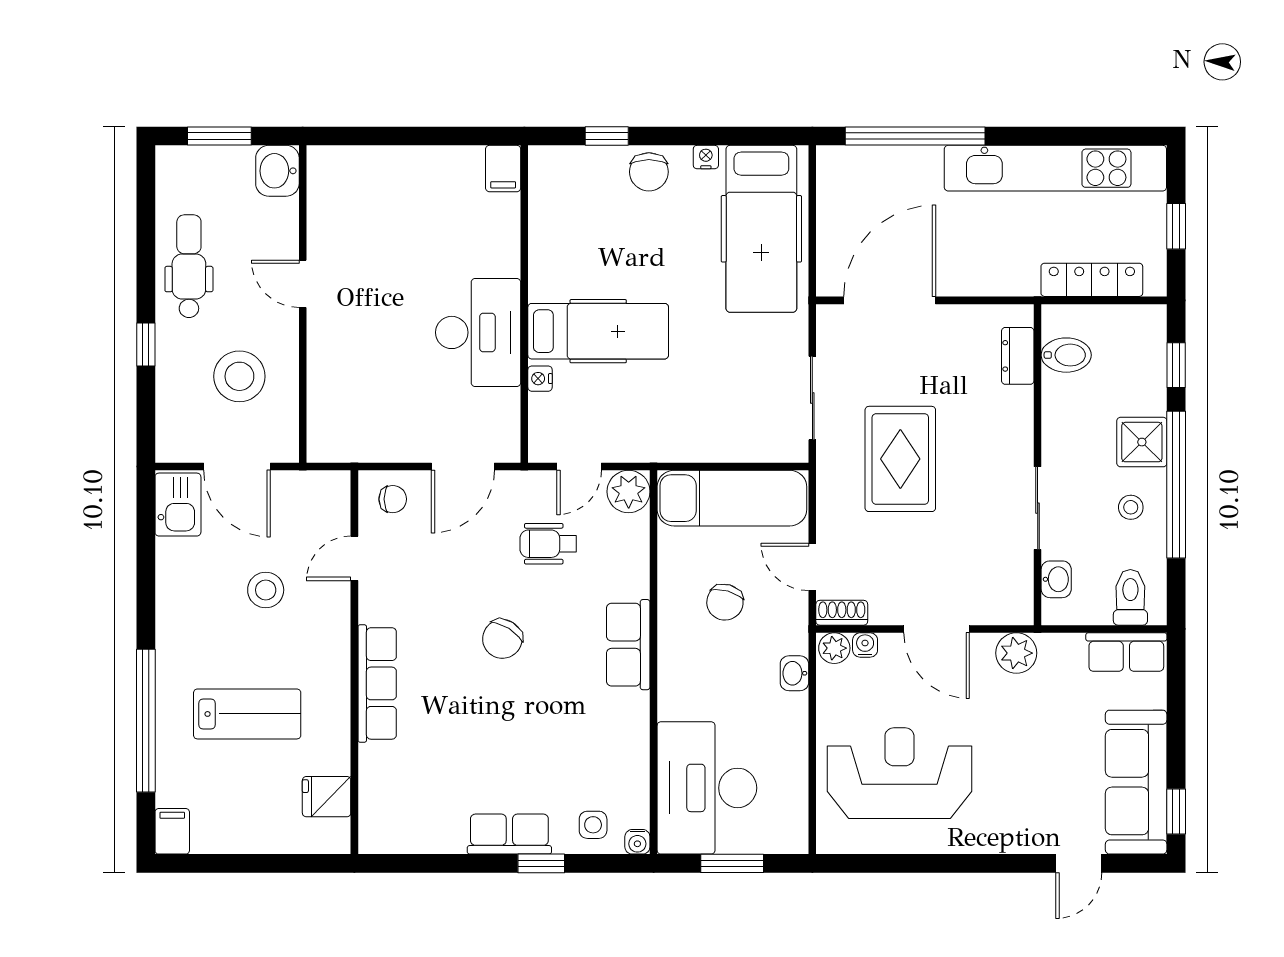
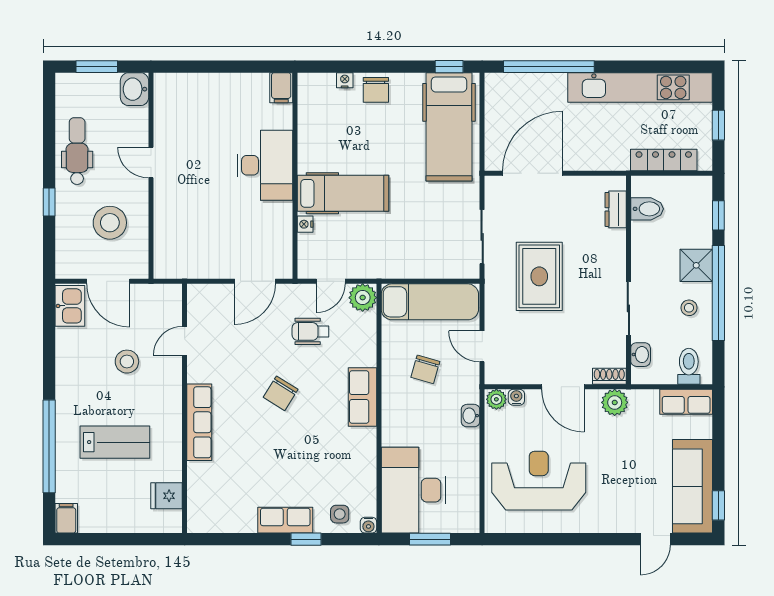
window: (607, 136) -> (449, 67), moved
nightstand: (706, 157) -> (345, 80), moved
desk: (478, 332) -> (265, 165), moved
chair: (393, 499) -> (209, 302), removed
shoe rack: (842, 613) -> (609, 376), moved

